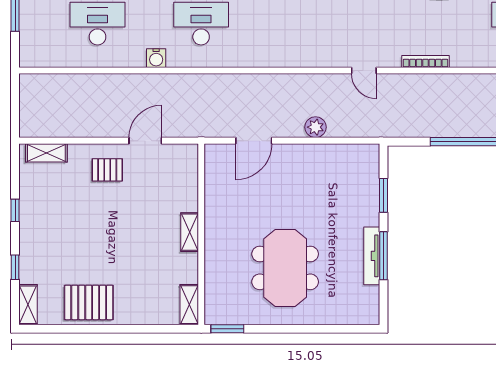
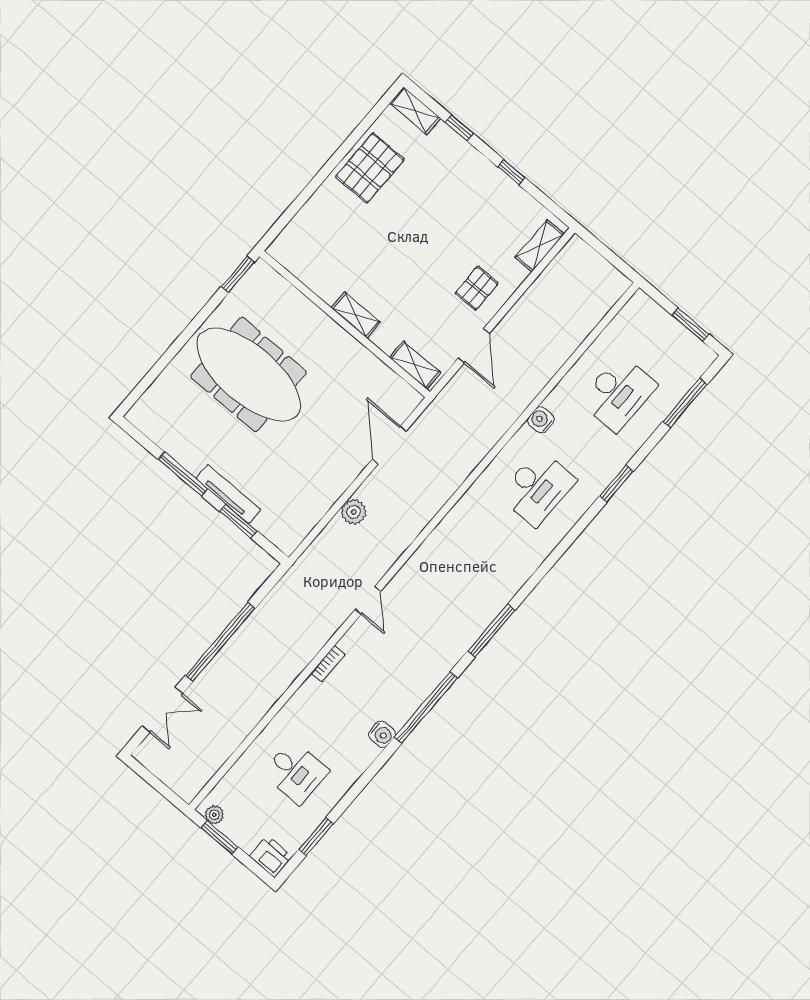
bookcase: (425, 61) -> (328, 664), width x0.64
door: (364, 70) -> (368, 600), swing flipped
tv unit: (372, 256) -> (228, 494), moved
meeting table: (285, 268) -> (249, 375), width x1.36
shelving: (189, 305) -> (415, 365), moved

